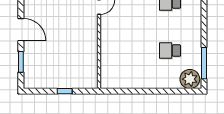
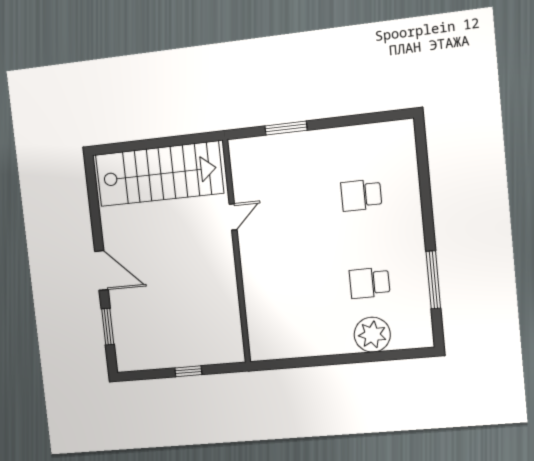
window: (204, 63) -> (433, 280), moved
plant: (190, 79) -> (372, 335), moved

